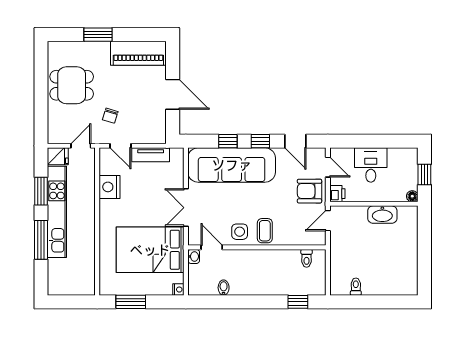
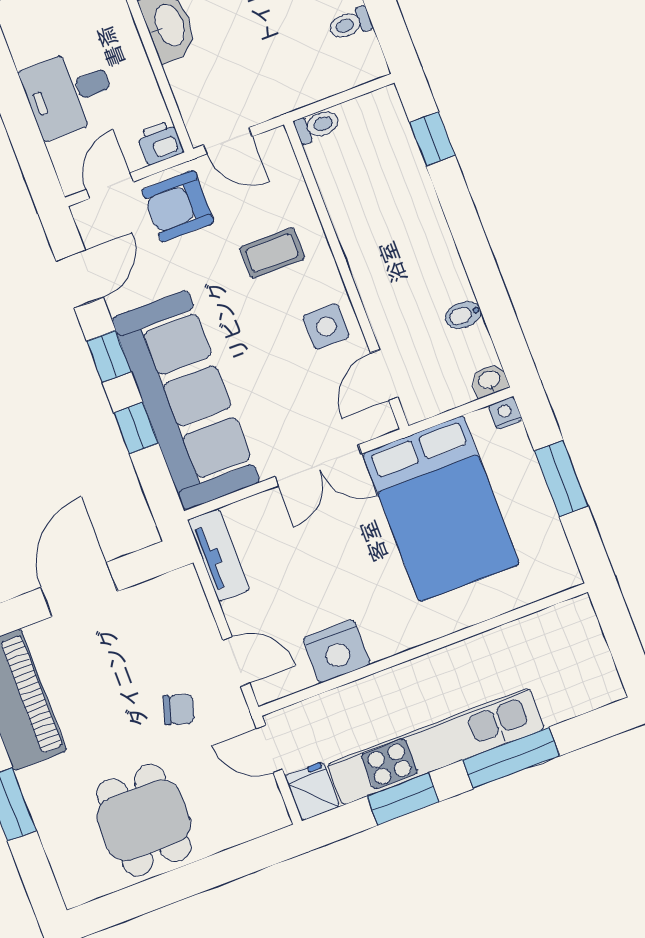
door: (121, 146) -> (236, 661), hinge flipped
tv unit: (151, 155) -> (219, 555), moved
armchair: (309, 191) -> (178, 206), turned 90
coffee table: (265, 231) -> (272, 253), moved
washbasin: (194, 256) -> (490, 381), moved
toilet: (307, 258) -> (317, 126), moved
window: (131, 302) -> (561, 479), moved

